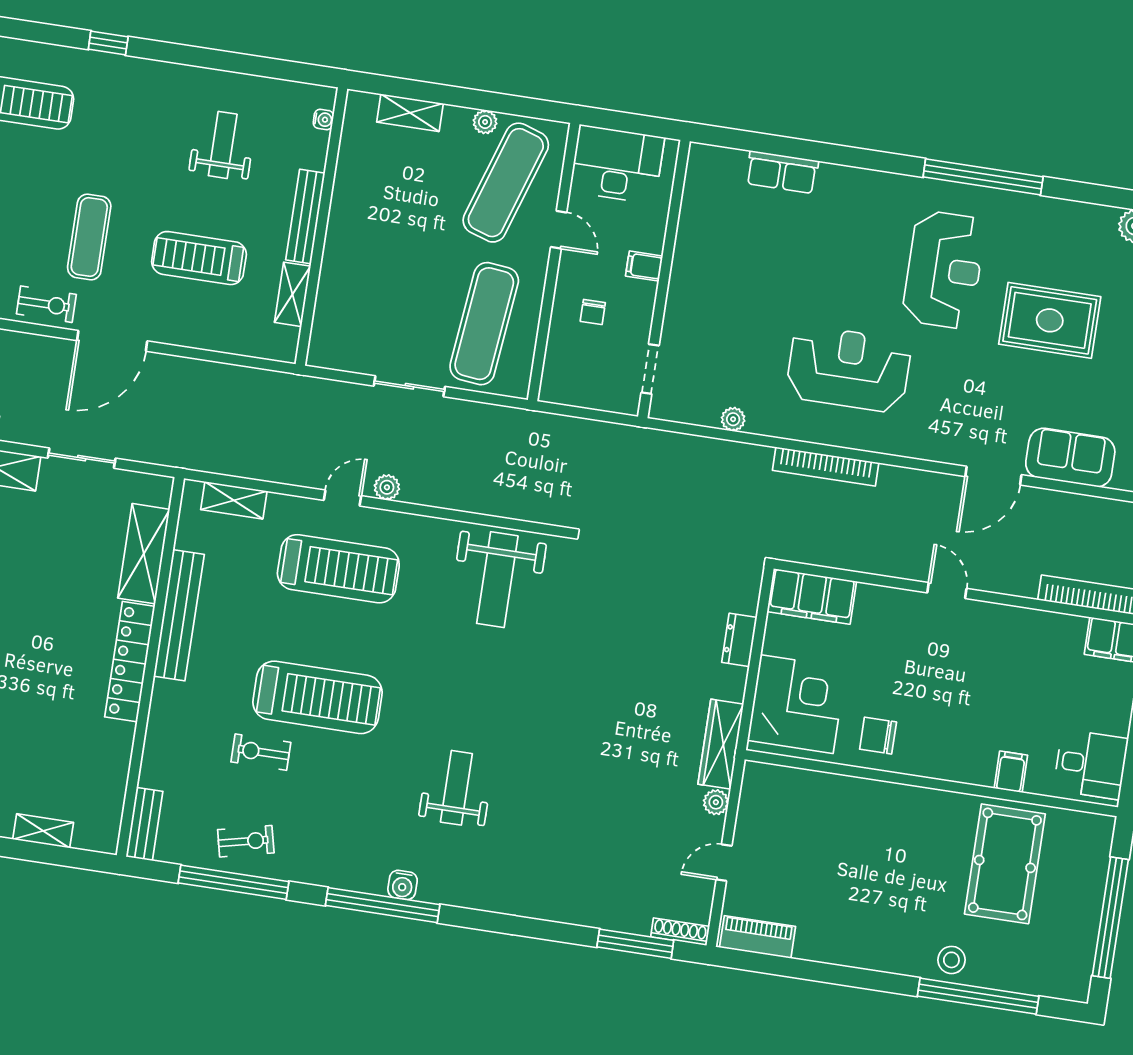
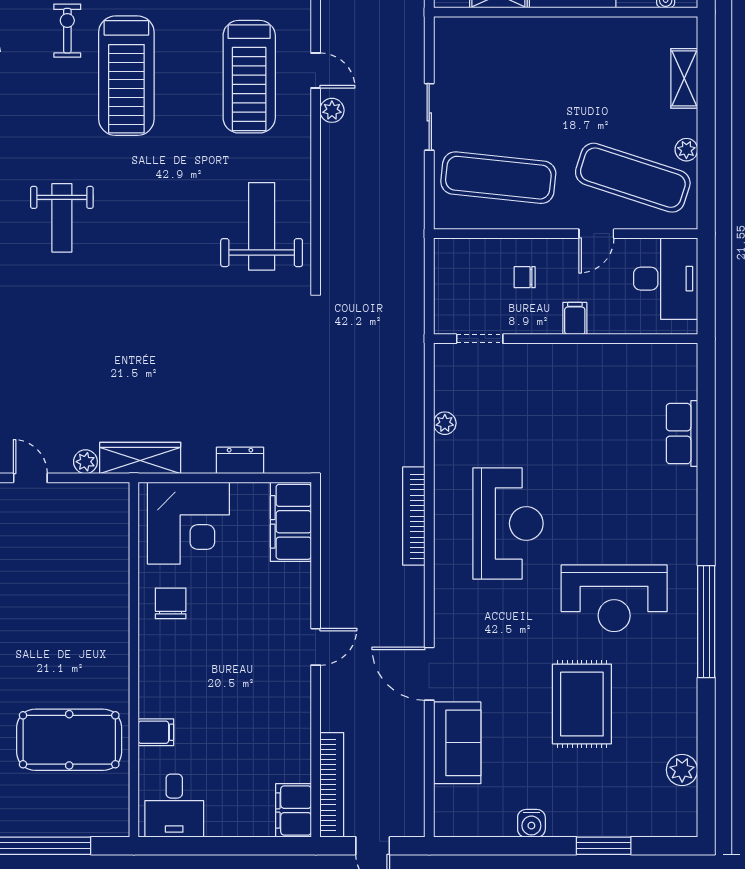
weight bench: (497, 580) -> (262, 226), turned 90
weight bench: (456, 788) -> (62, 218), turned 90

